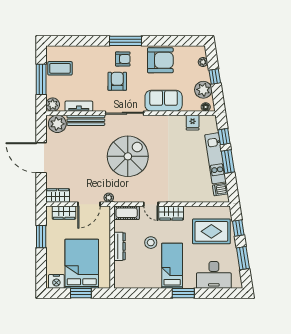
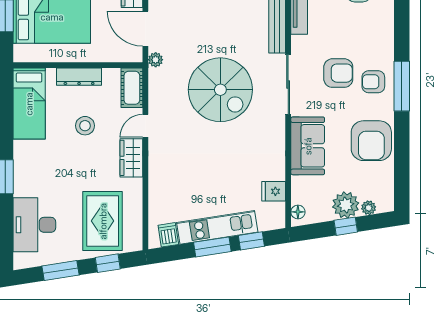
armchair: (123, 59) -> (373, 82), turned 90
plant: (203, 90) -> (346, 205), moved
bed: (172, 266) -> (29, 104), moved, turned 90

